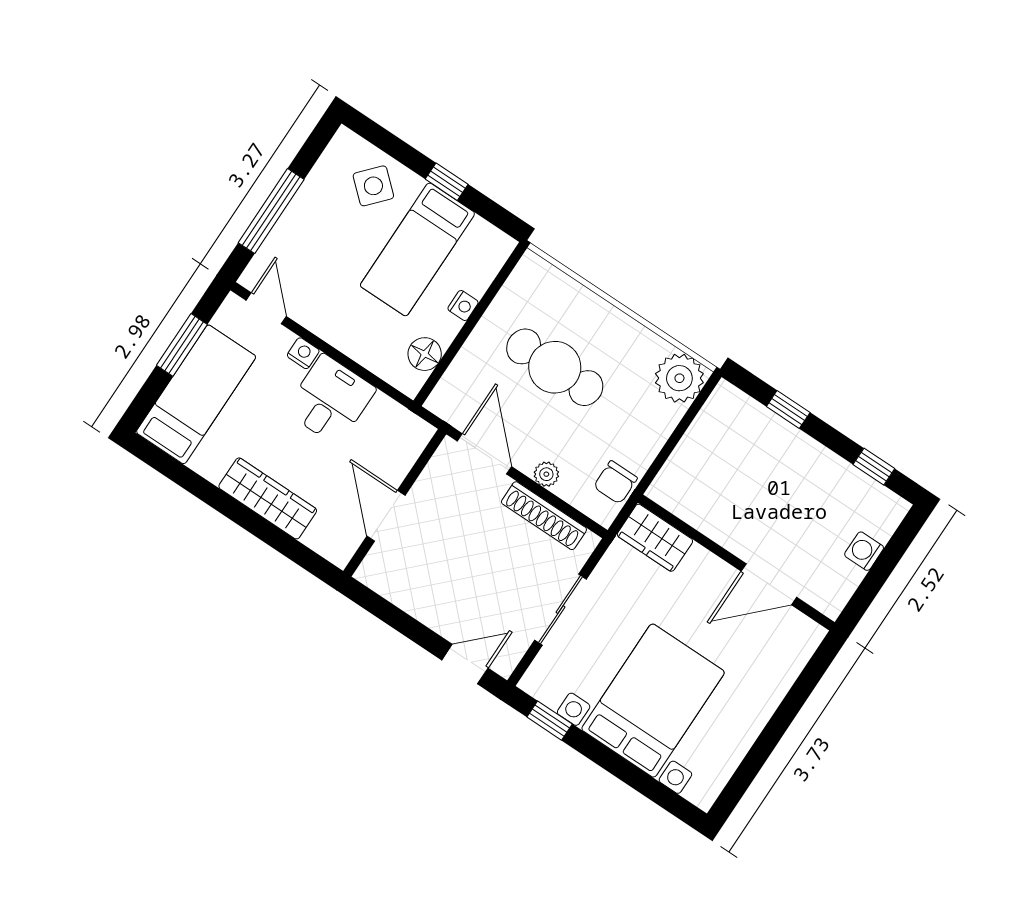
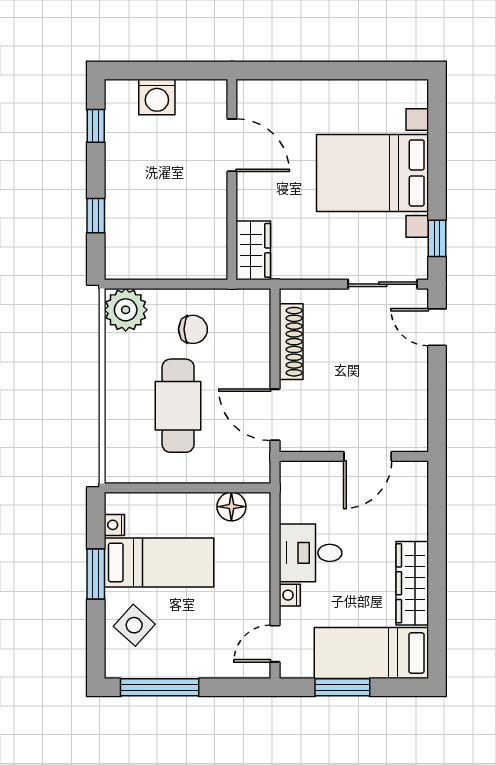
window: (447, 182) -> (96, 574), width x1.50
window: (271, 211) -> (160, 687), moved
nightstand: (463, 306) -> (114, 525), moved, turned -90
door: (484, 454) -> (275, 415), hinge flipped
plant: (546, 474) -> (260, 360), removed
chair: (615, 482) -> (193, 329), moved
wardrobe: (268, 498) -> (412, 583), moved
washing machine: (864, 551) -> (157, 97), width x1.38, depth x1.38
sliding door: (560, 610) -> (383, 284), moved

